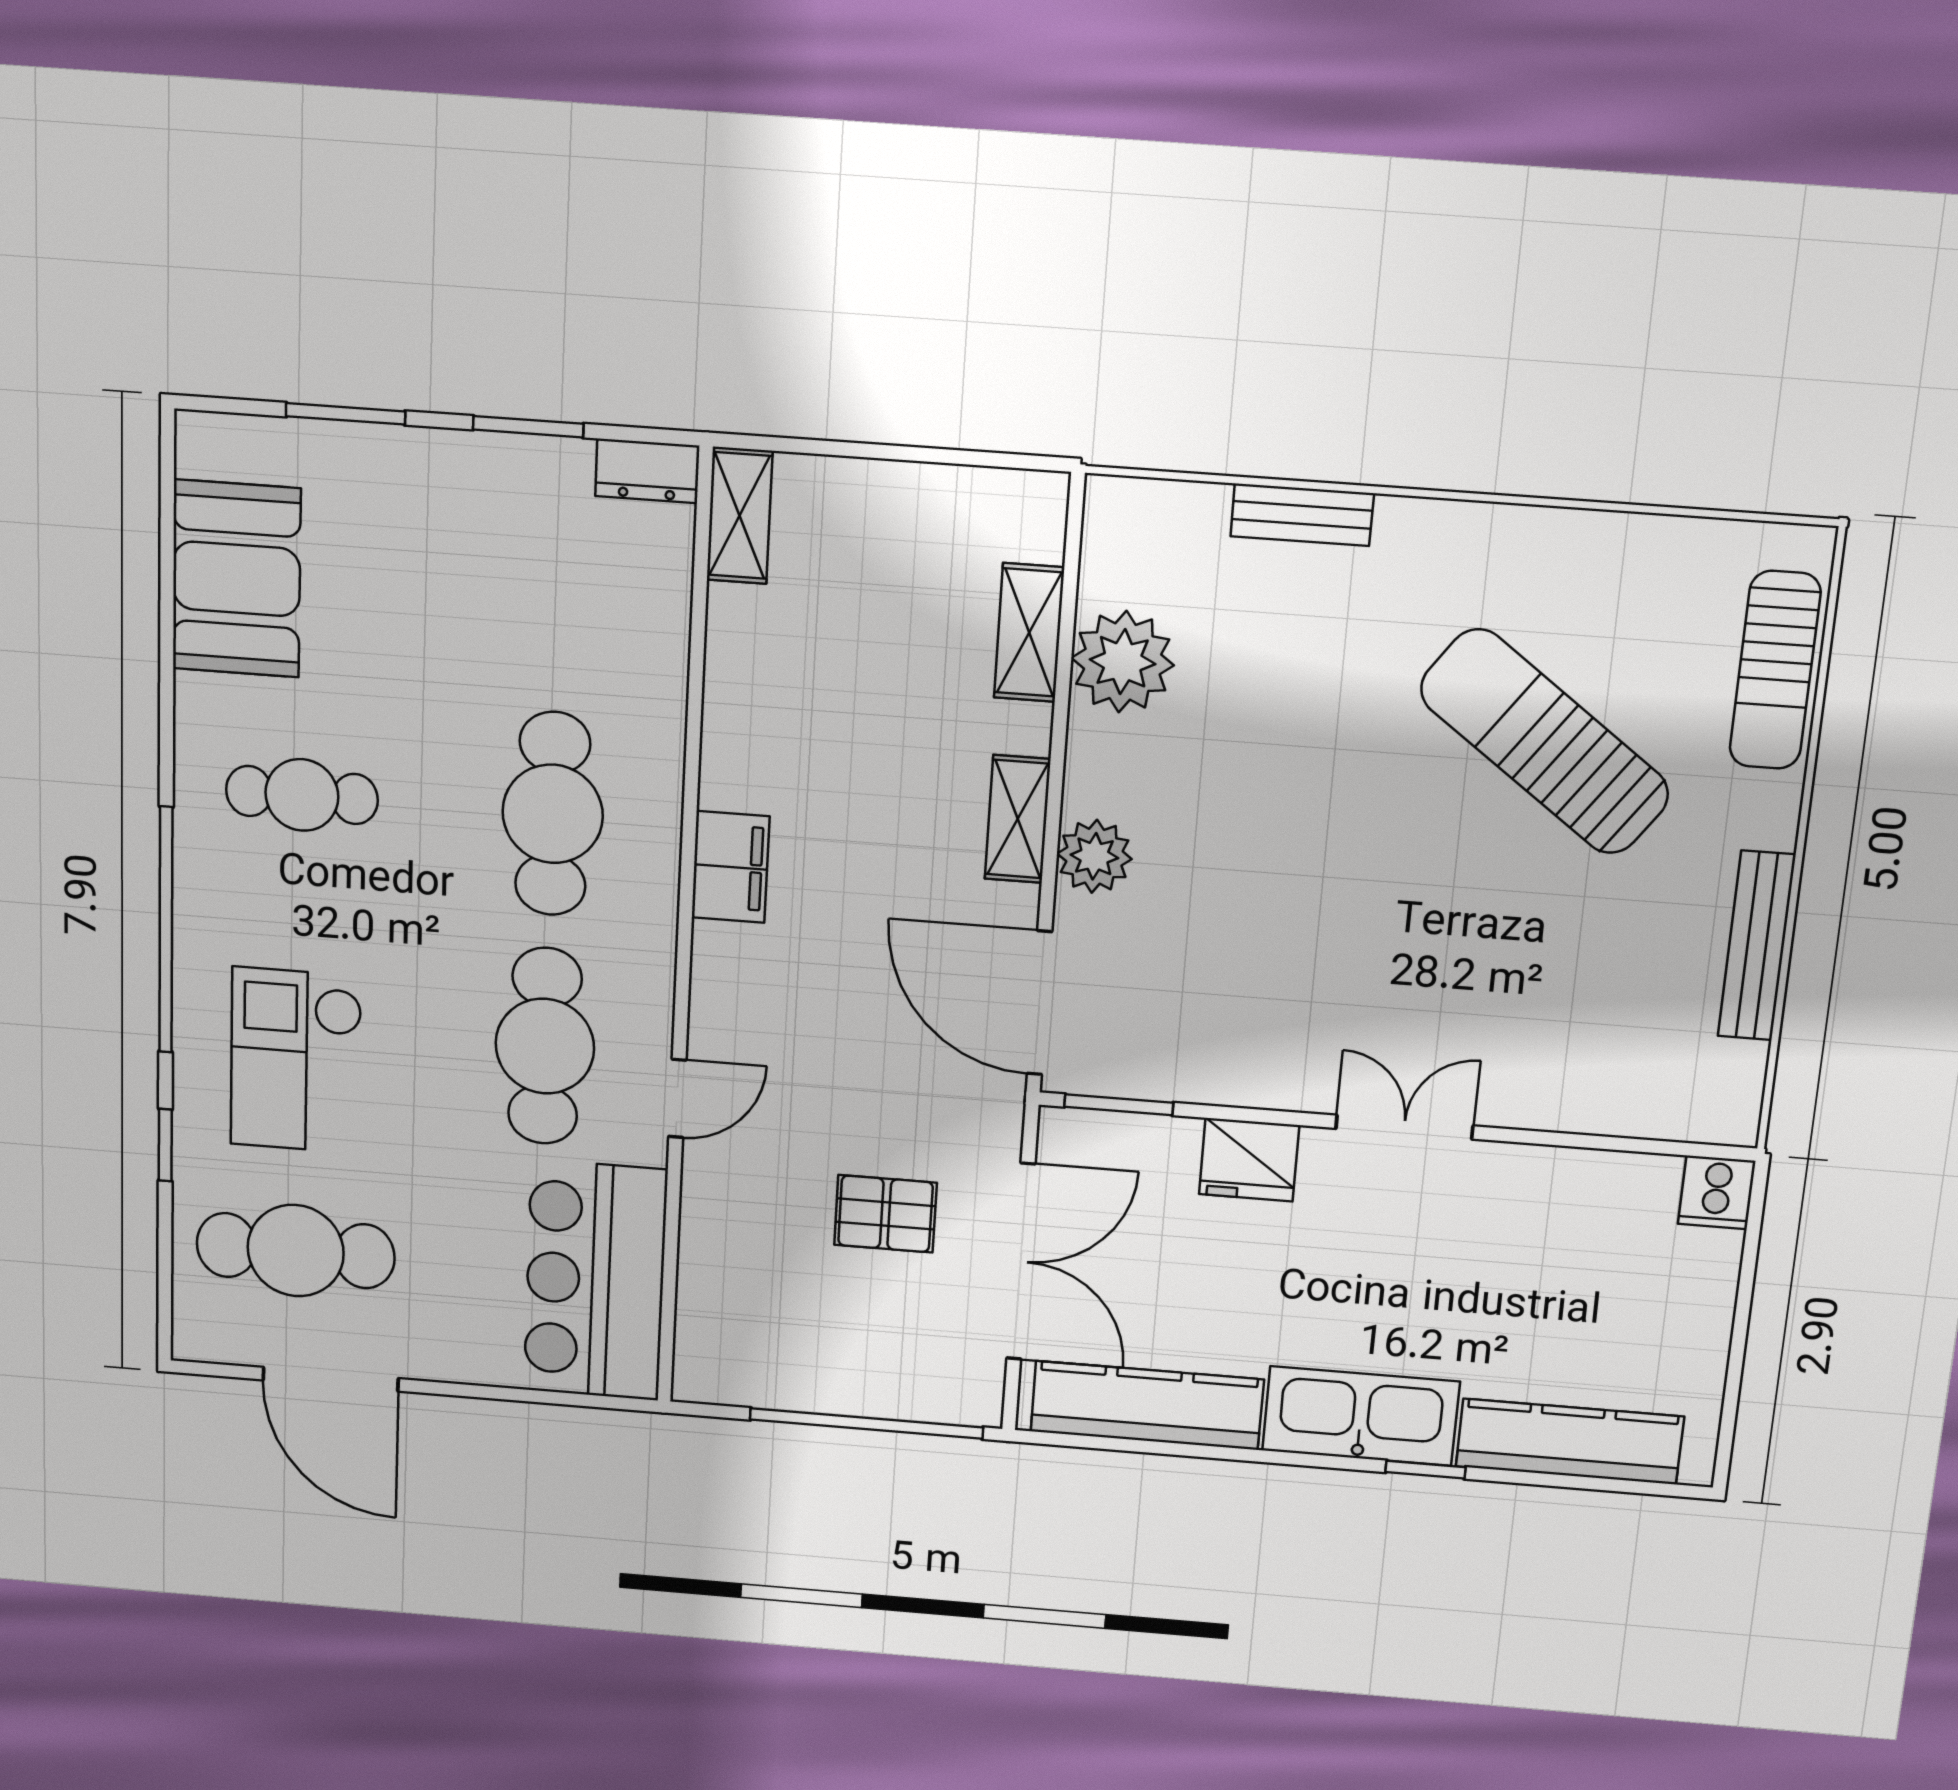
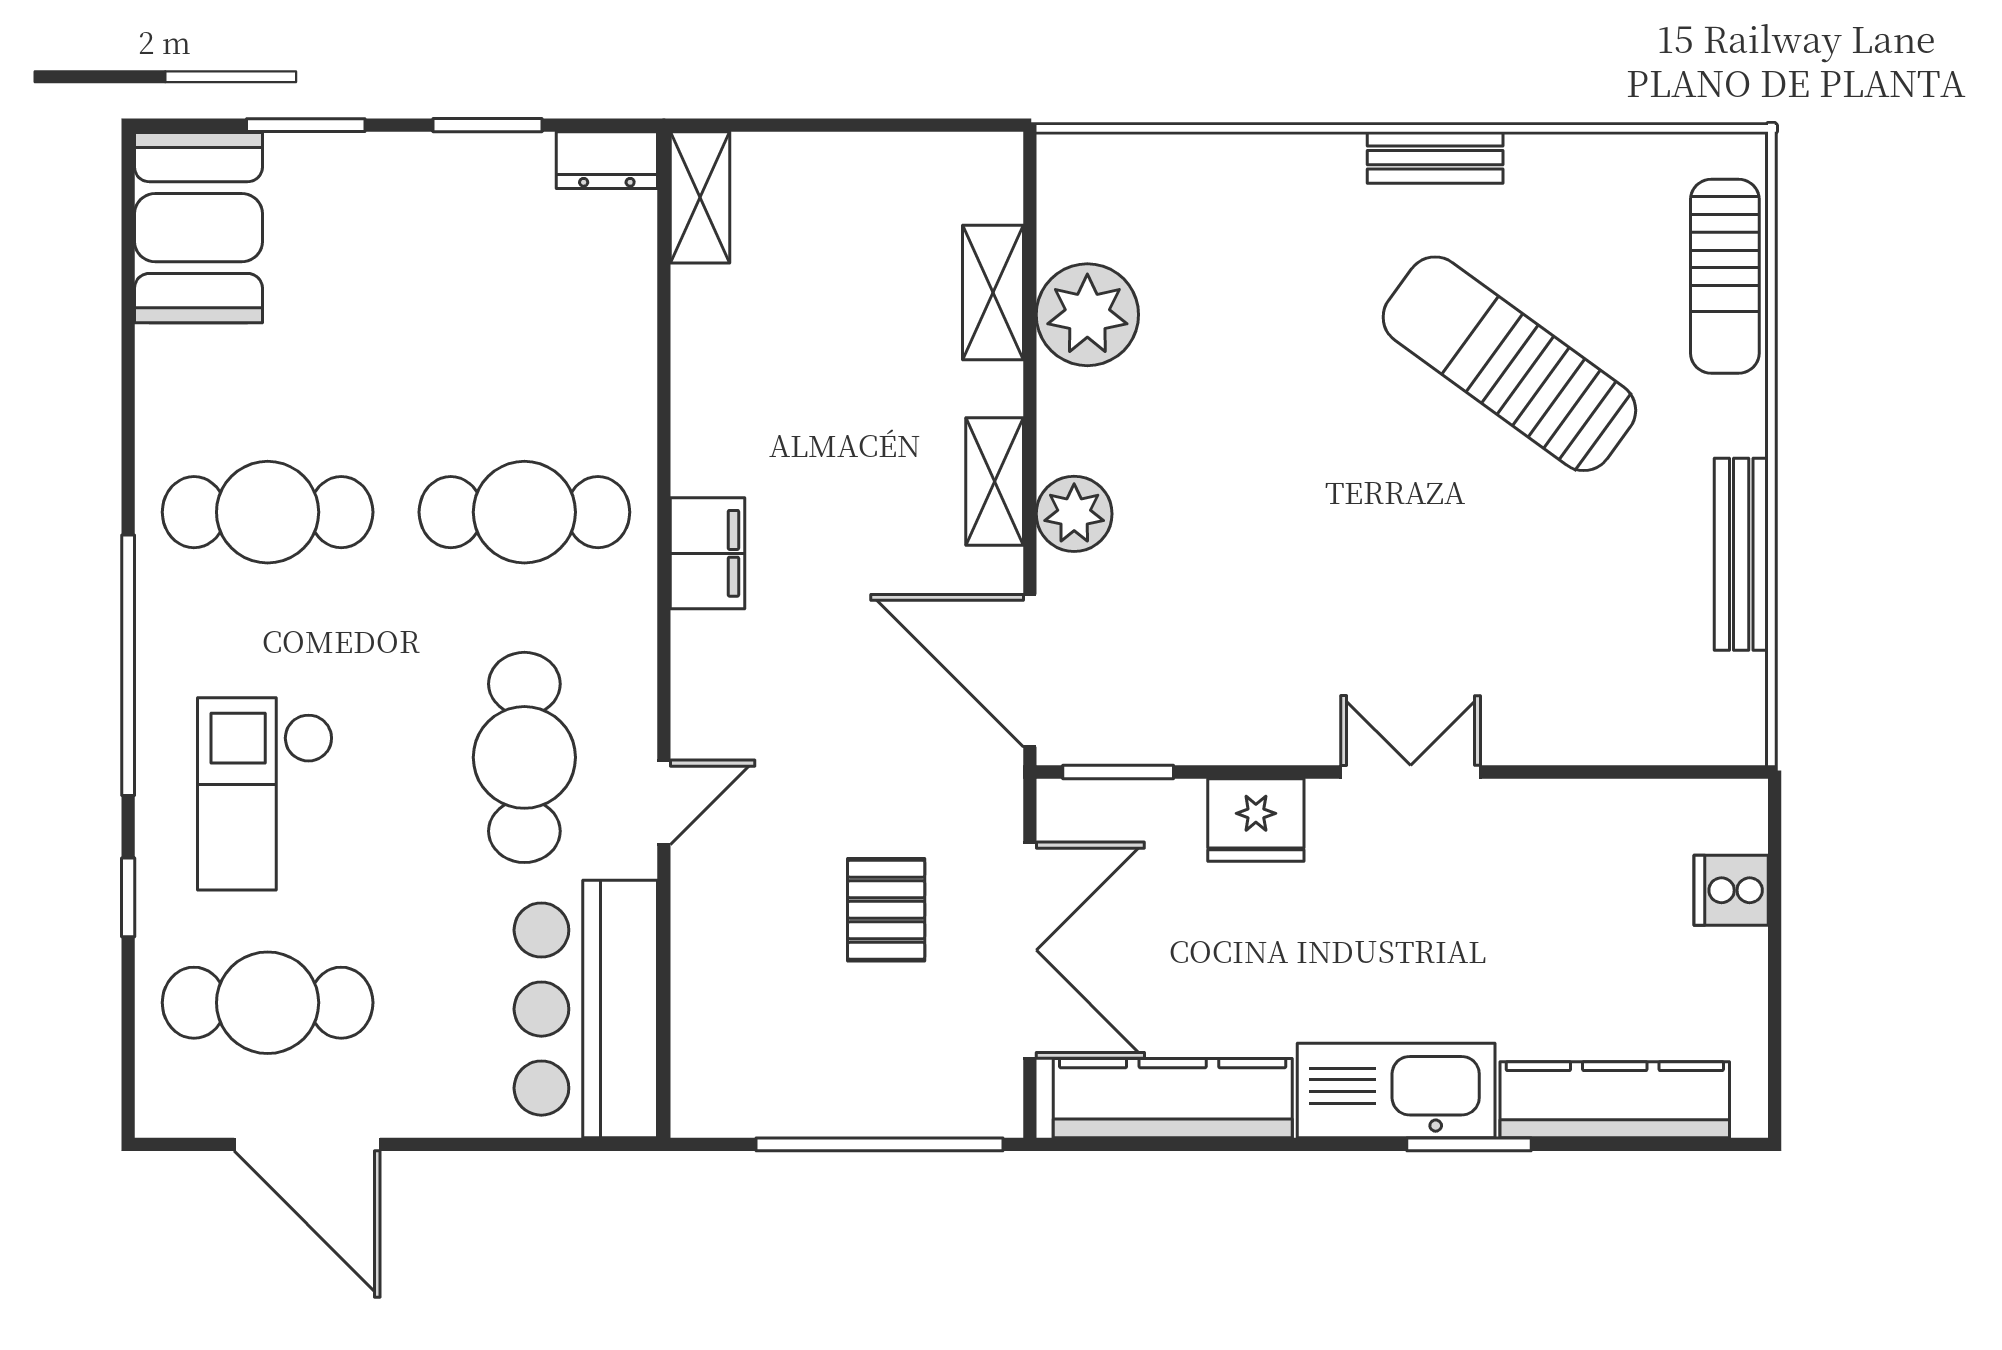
bench: (1302, 515) -> (1435, 158), moved
booth: (237, 579) -> (198, 228), moved
cafe table: (302, 795) -> (268, 512), width x1.37, depth x1.35
cafe table: (553, 814) -> (524, 512), turned 90
cooker: (1717, 1192) -> (1731, 890), moved, turned 90
pallet: (885, 1214) -> (886, 910), turned 90
window: (1425, 1470) -> (1469, 1144), width x1.50

